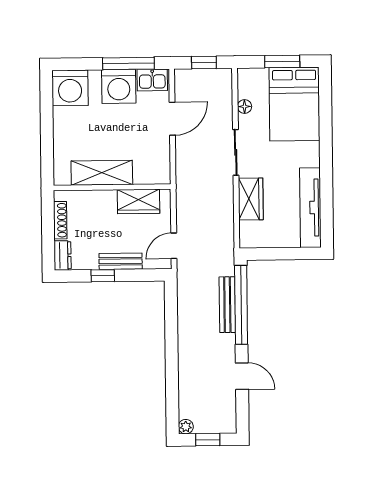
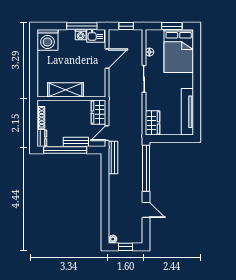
washing machine: (119, 86) -> (81, 35), width x0.53, depth x0.53
wardrobe: (251, 199) -> (152, 123), moved
wardrobe: (139, 201) -> (99, 112), moved, turned 90
window: (103, 276) -> (65, 150), width x3.17
bench: (227, 305) -> (113, 157), moved

